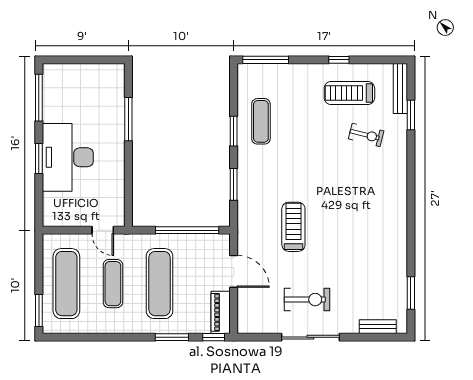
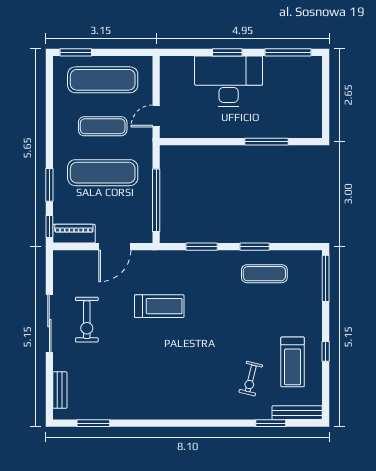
treadmill: (349, 93) -> (293, 362), turned 180

